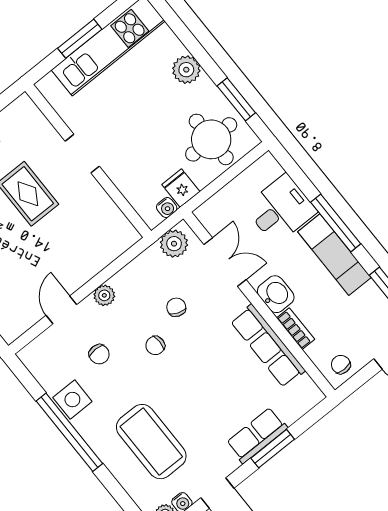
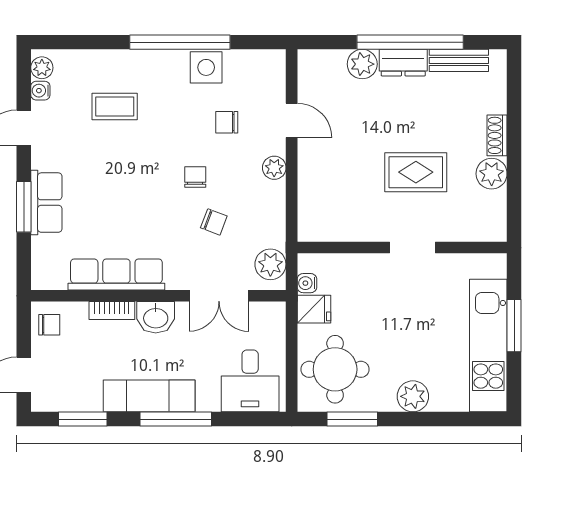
desk: (281, 209) -> (250, 381), moved
coffee table: (151, 442) -> (115, 107), width x0.54, depth x0.58

